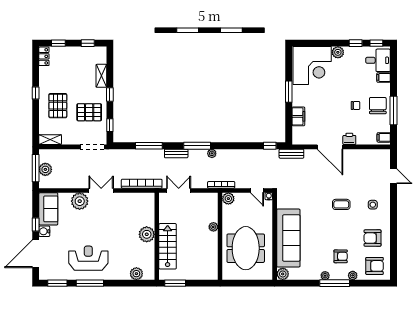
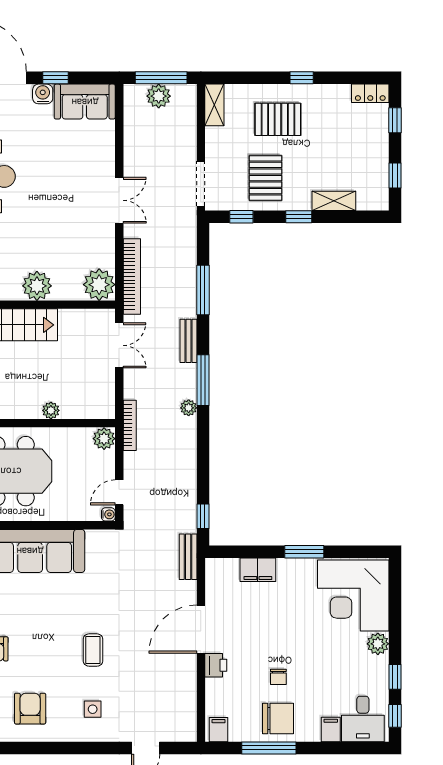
plant: (80, 201) -> (99, 285), moved

